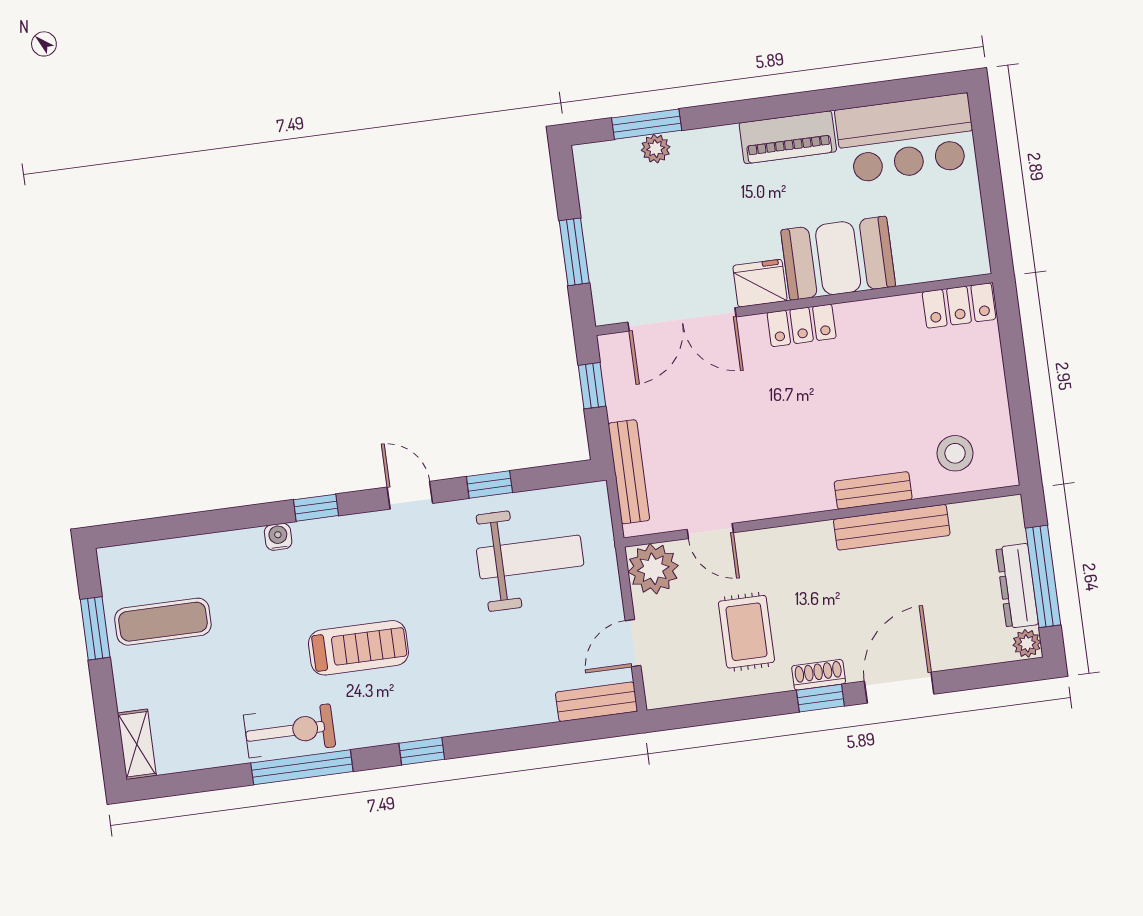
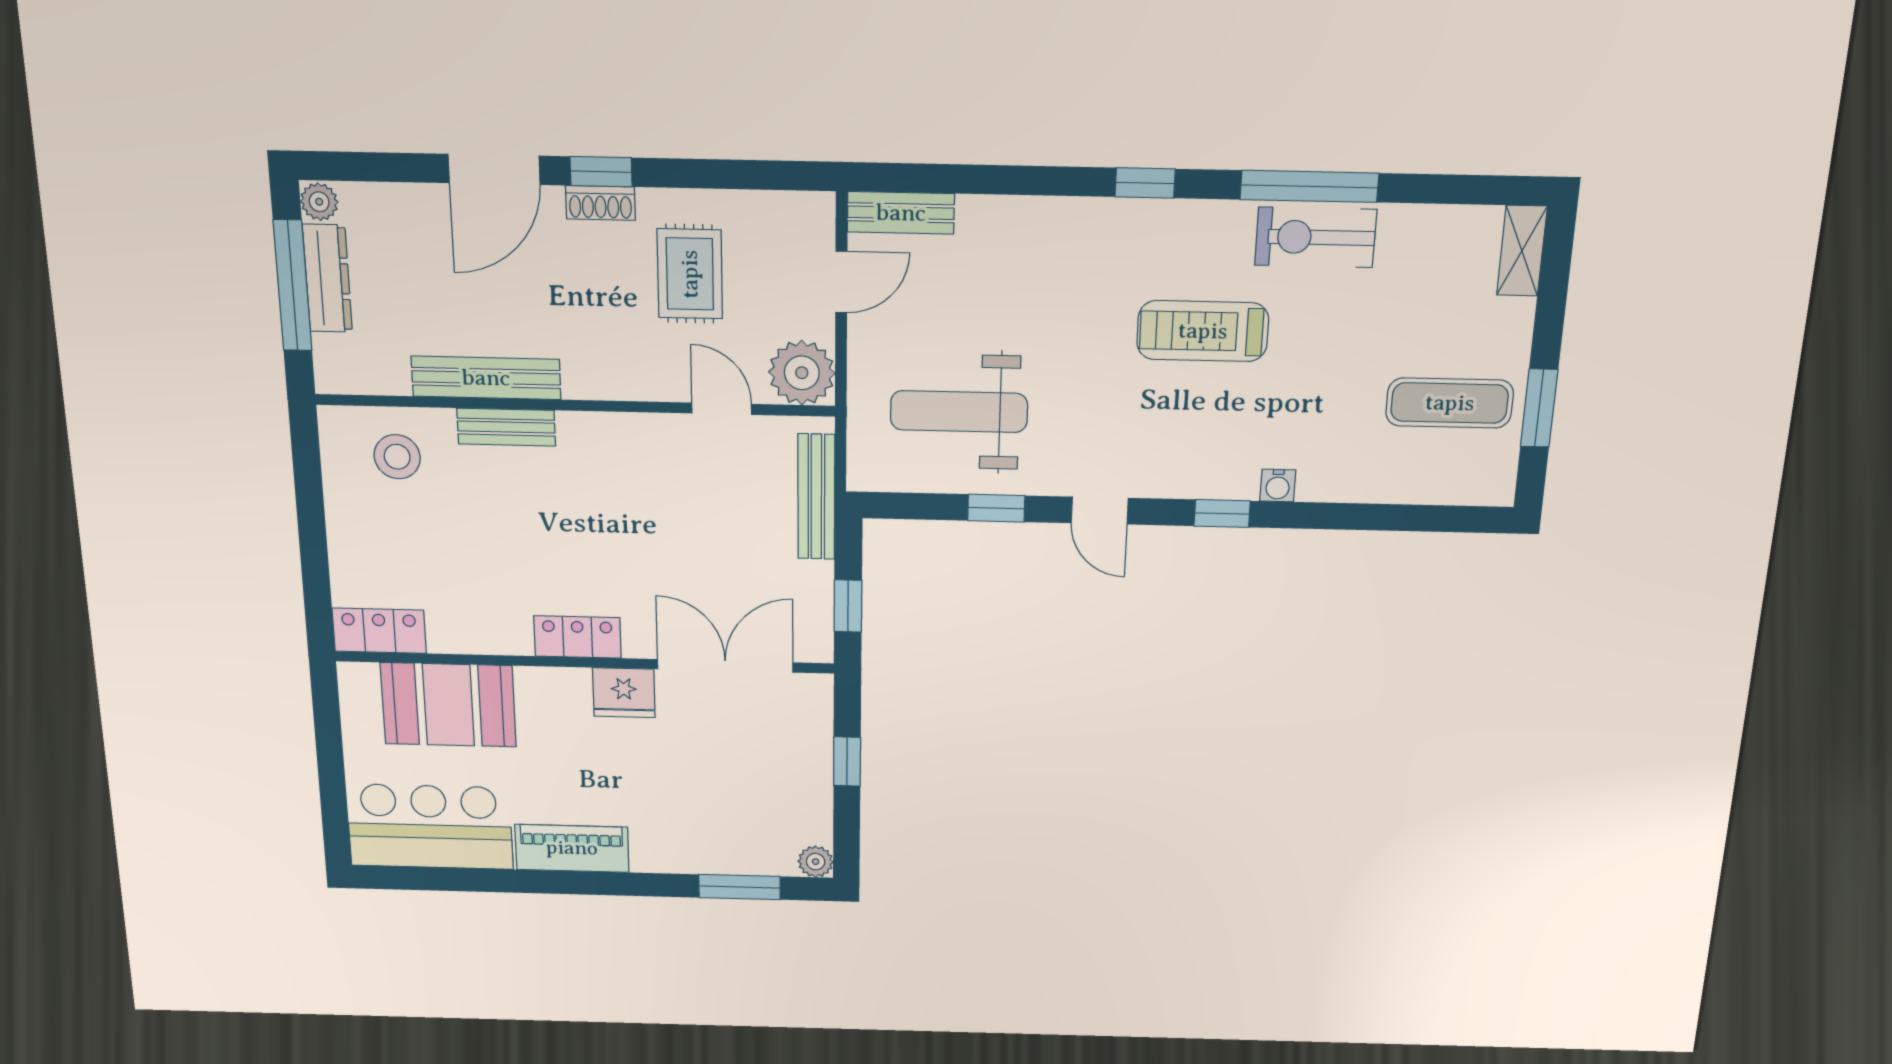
plant: (656, 149) -> (816, 862), moved
window: (574, 252) -> (847, 761), width x0.67
booth: (838, 258) -> (448, 705), moved

